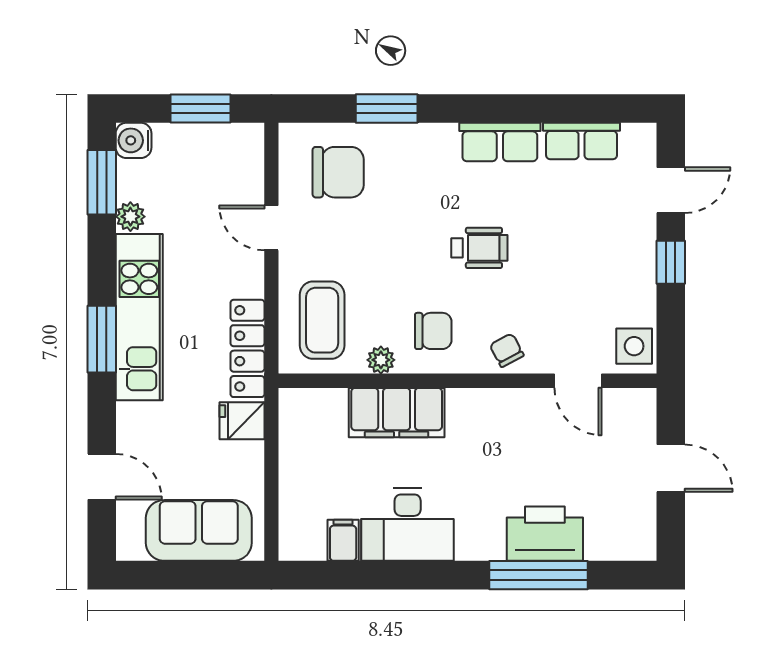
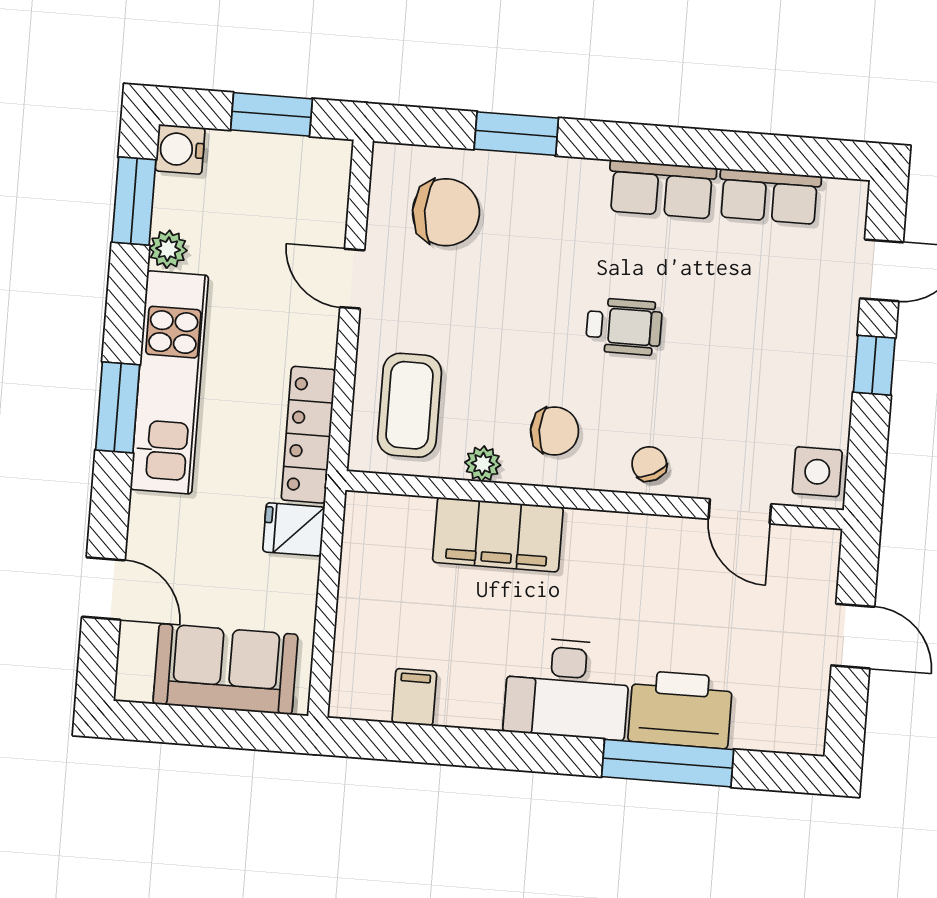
desk: (408, 525) -> (567, 688), moved

